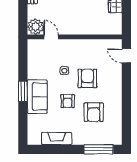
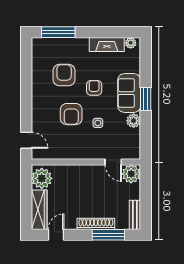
plant: (113, 23) -> (42, 178), added
plant: (34, 73) -> (134, 121), added
plant: (36, 140) -> (131, 43), added

